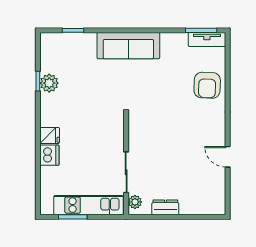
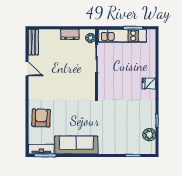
sofa: (128, 46) -> (76, 145), moved
plant: (49, 83) -> (149, 135), moved
dishwasher: (49, 155) -> (149, 70), removed
bench: (219, 196) -> (33, 42), added

